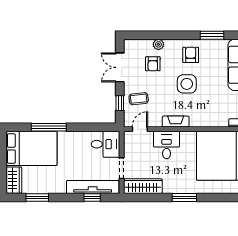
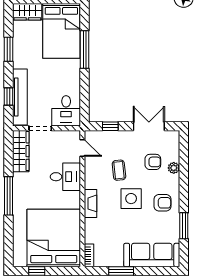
armchair: (153, 64) -> (153, 162), turned 180
coffee table: (139, 99) -> (119, 170), moved
fireplace: (176, 122) -> (90, 203), moved
window: (37, 197) -> (9, 49), moved
window: (184, 197) -> (9, 196), width x1.44

